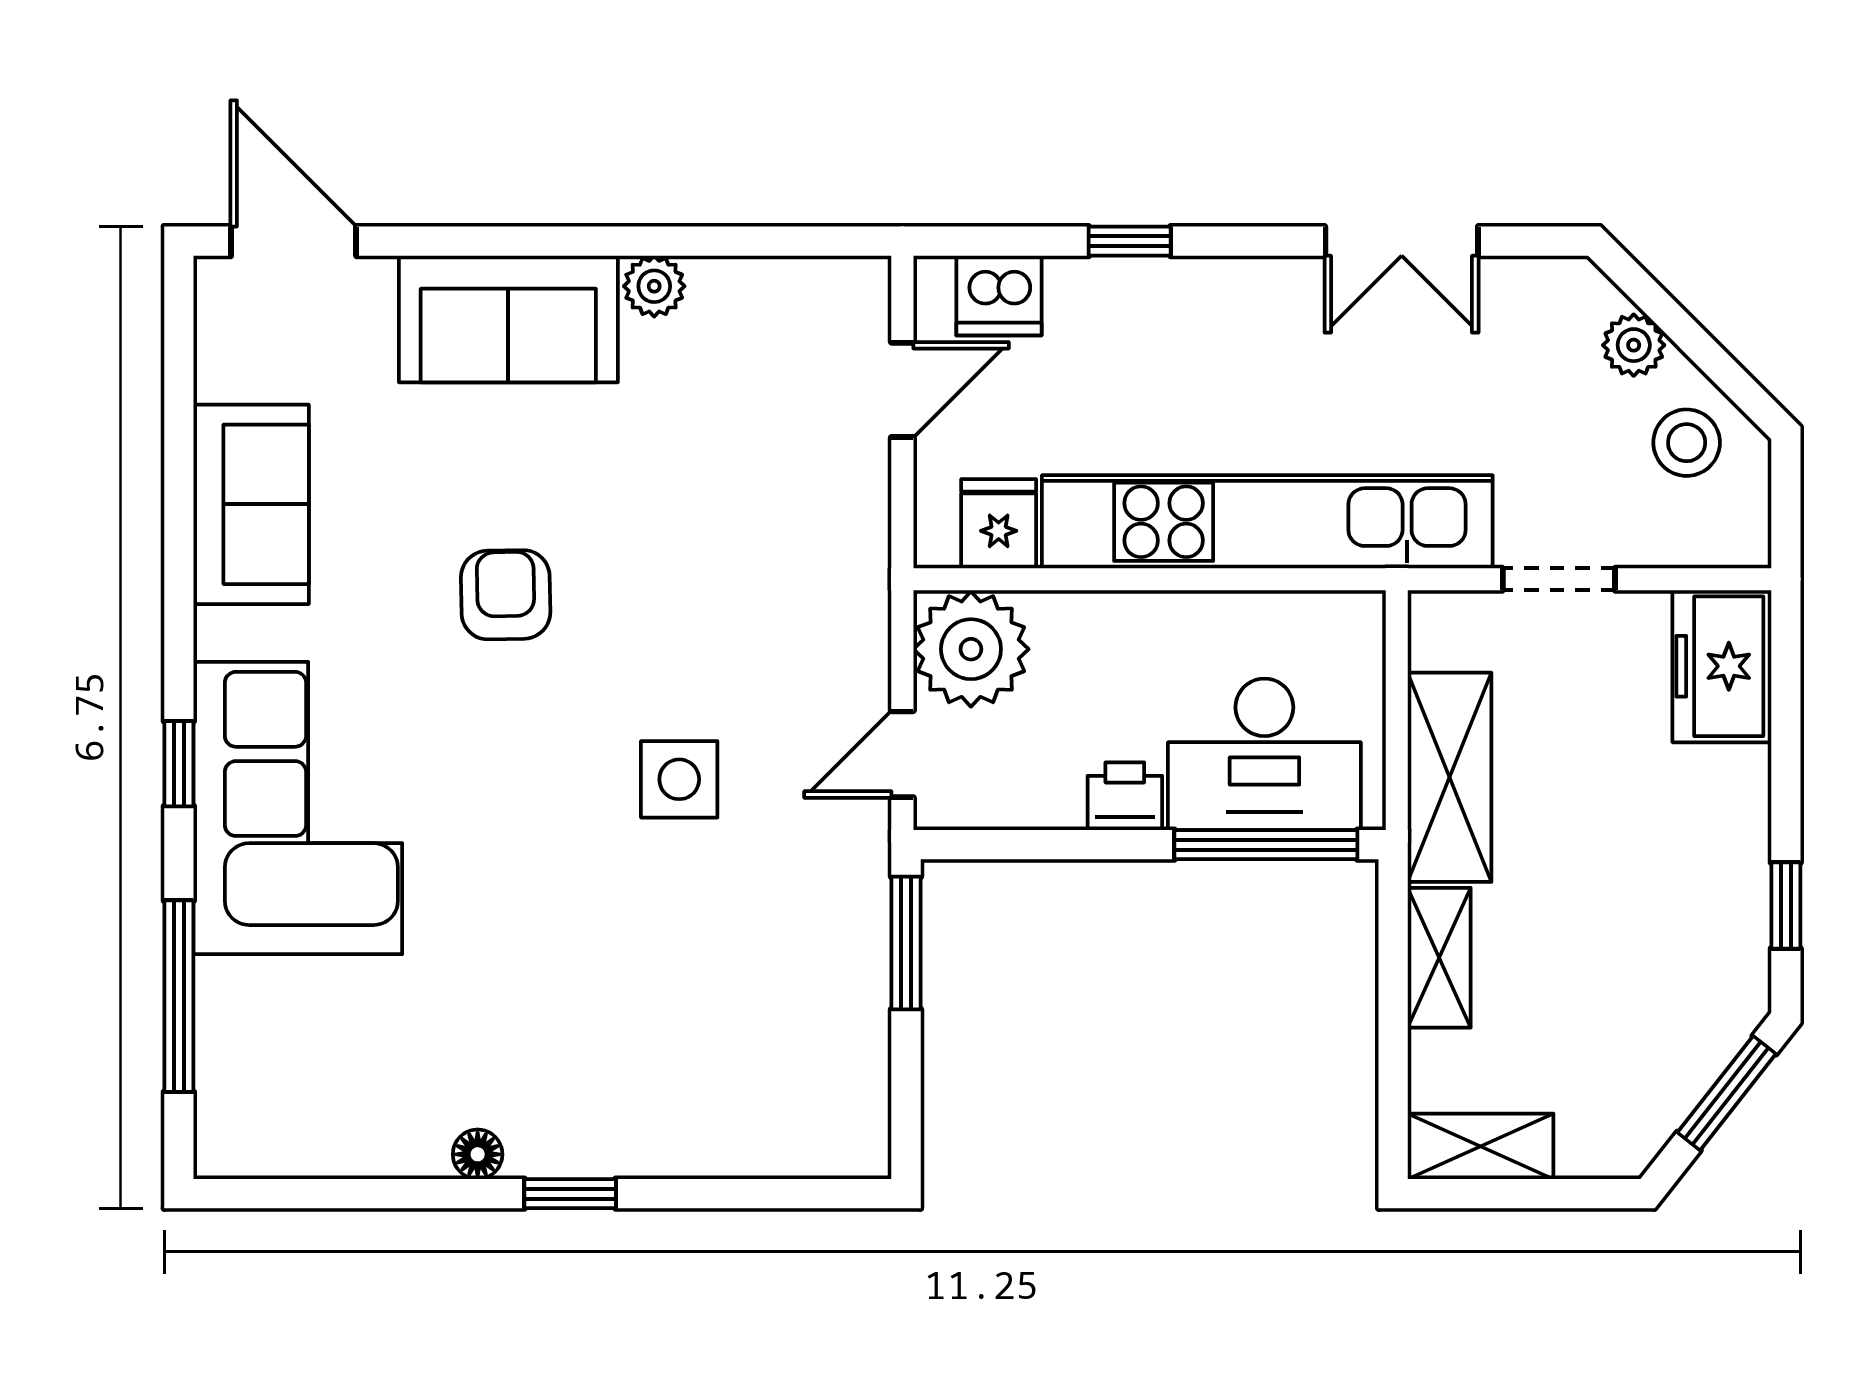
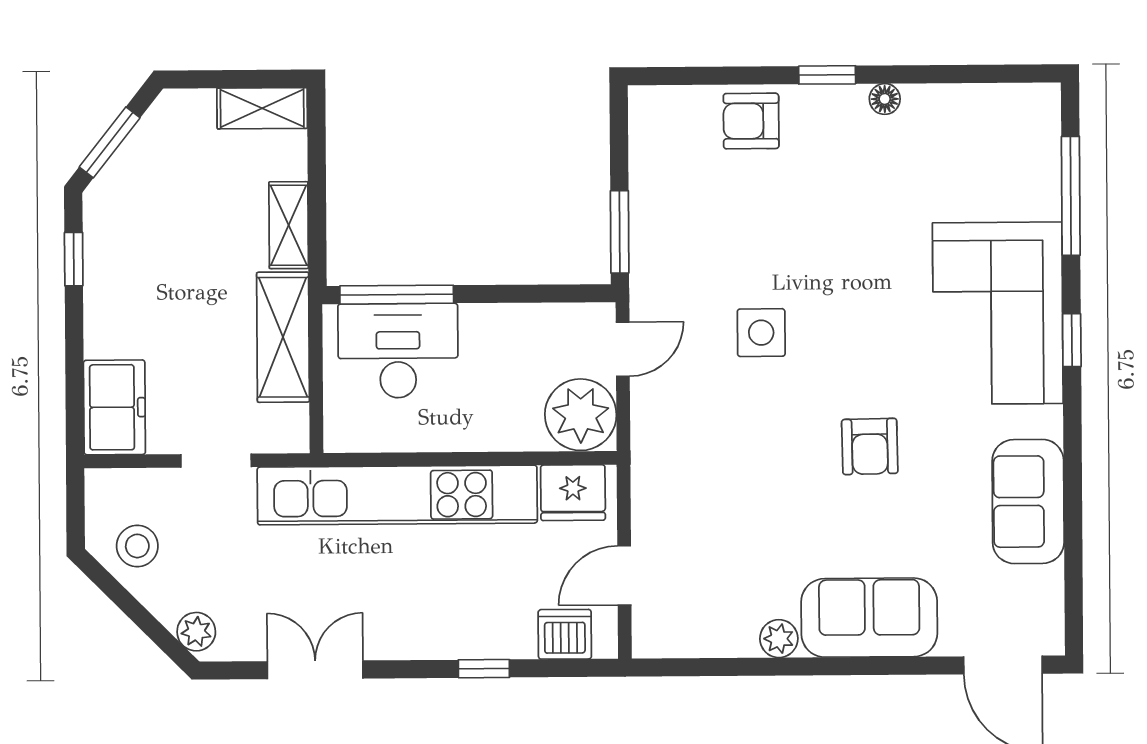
plant: (1634, 345) -> (196, 632), moved
fridge: (999, 524) -> (573, 493), width x1.38
printer: (1125, 796) -> (484, 324), removed
armchair: (693, 1120) -> (751, 121), added

